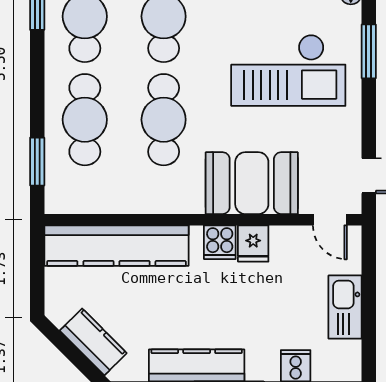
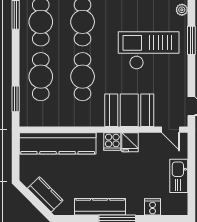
checkout: (288, 70) -> (149, 50), turned 180

